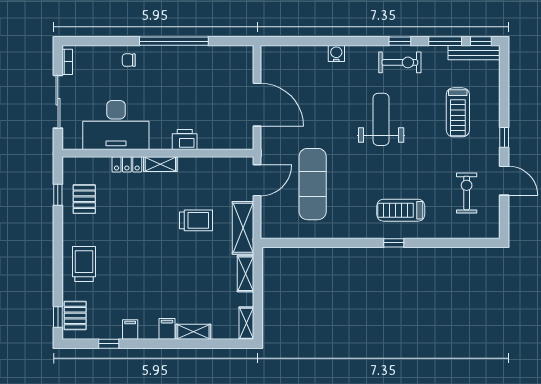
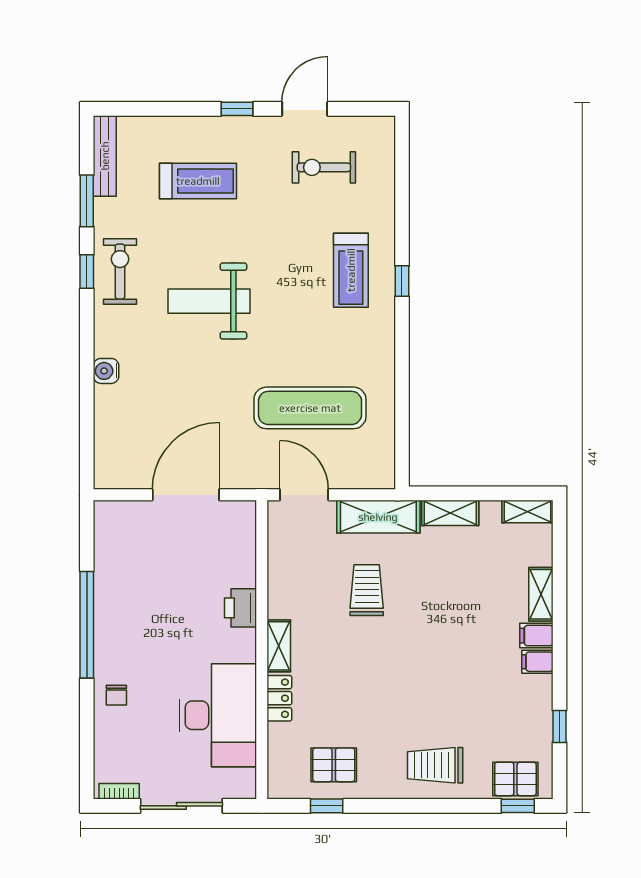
window: (481, 41) -> (87, 145), removed
filing cabinet: (130, 330) -> (537, 662), moved

